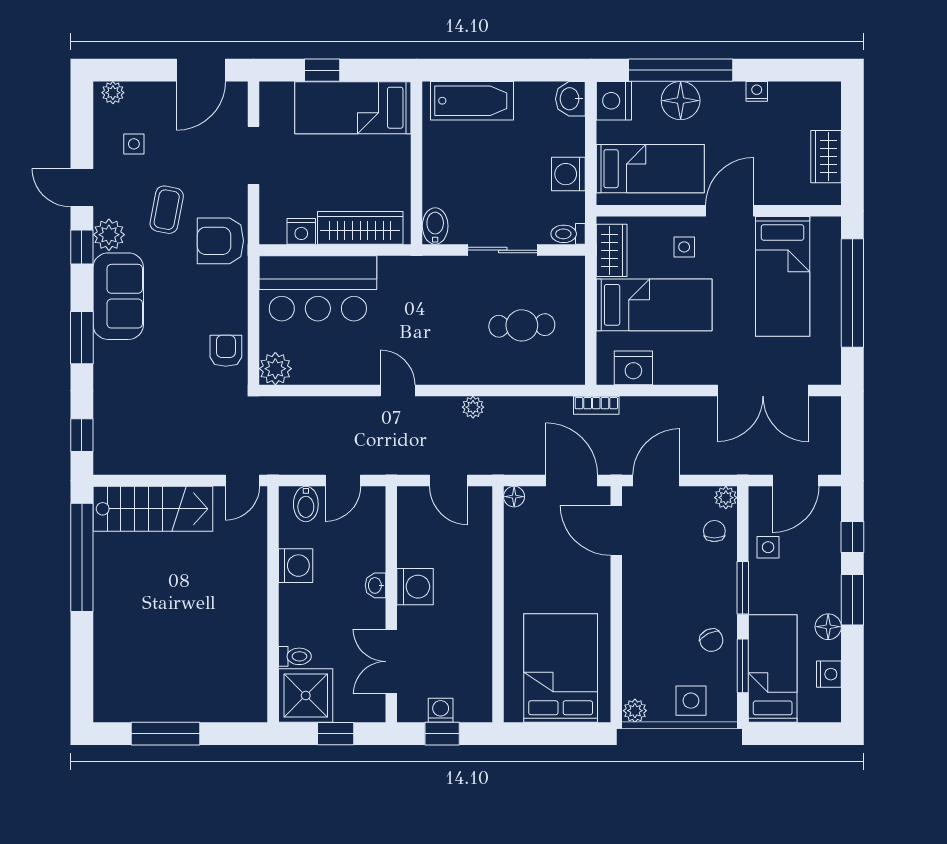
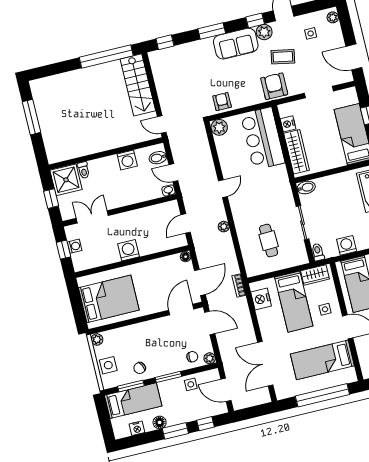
armchair: (226, 351) -> (222, 102), turned -90
washbasin: (375, 585) -> (168, 190), moved
washing machine: (415, 587) -> (128, 250), moved, turned 180

